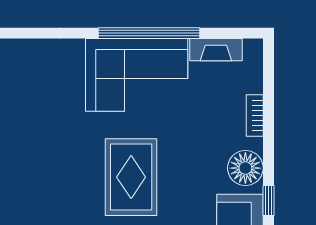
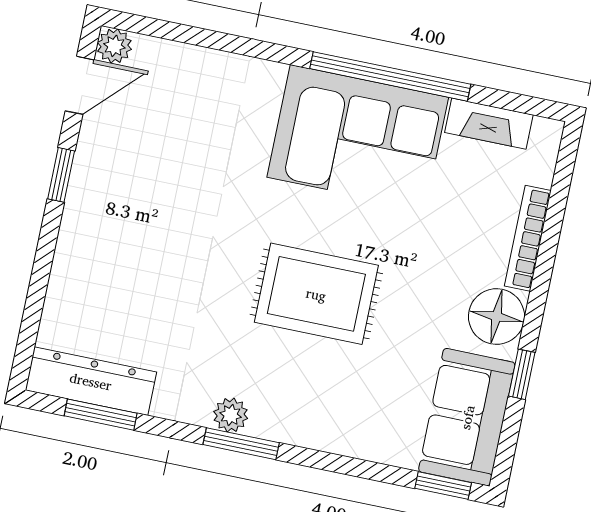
bookcase: (255, 116) -> (528, 238), width x1.56
rug: (131, 177) -> (316, 294), turned 90

